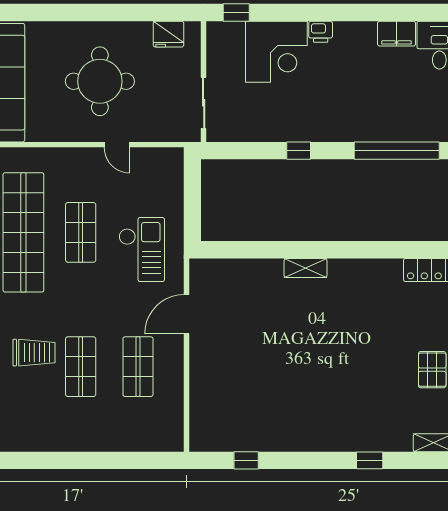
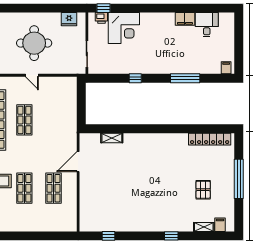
printer: (321, 32) -> (101, 18), moved
door: (117, 145) -> (32, 75), moved
window: (397, 151) -> (185, 78), width x0.68
checkout: (142, 250) -> (55, 129), removed
shelving: (306, 268) -> (112, 138), moved

